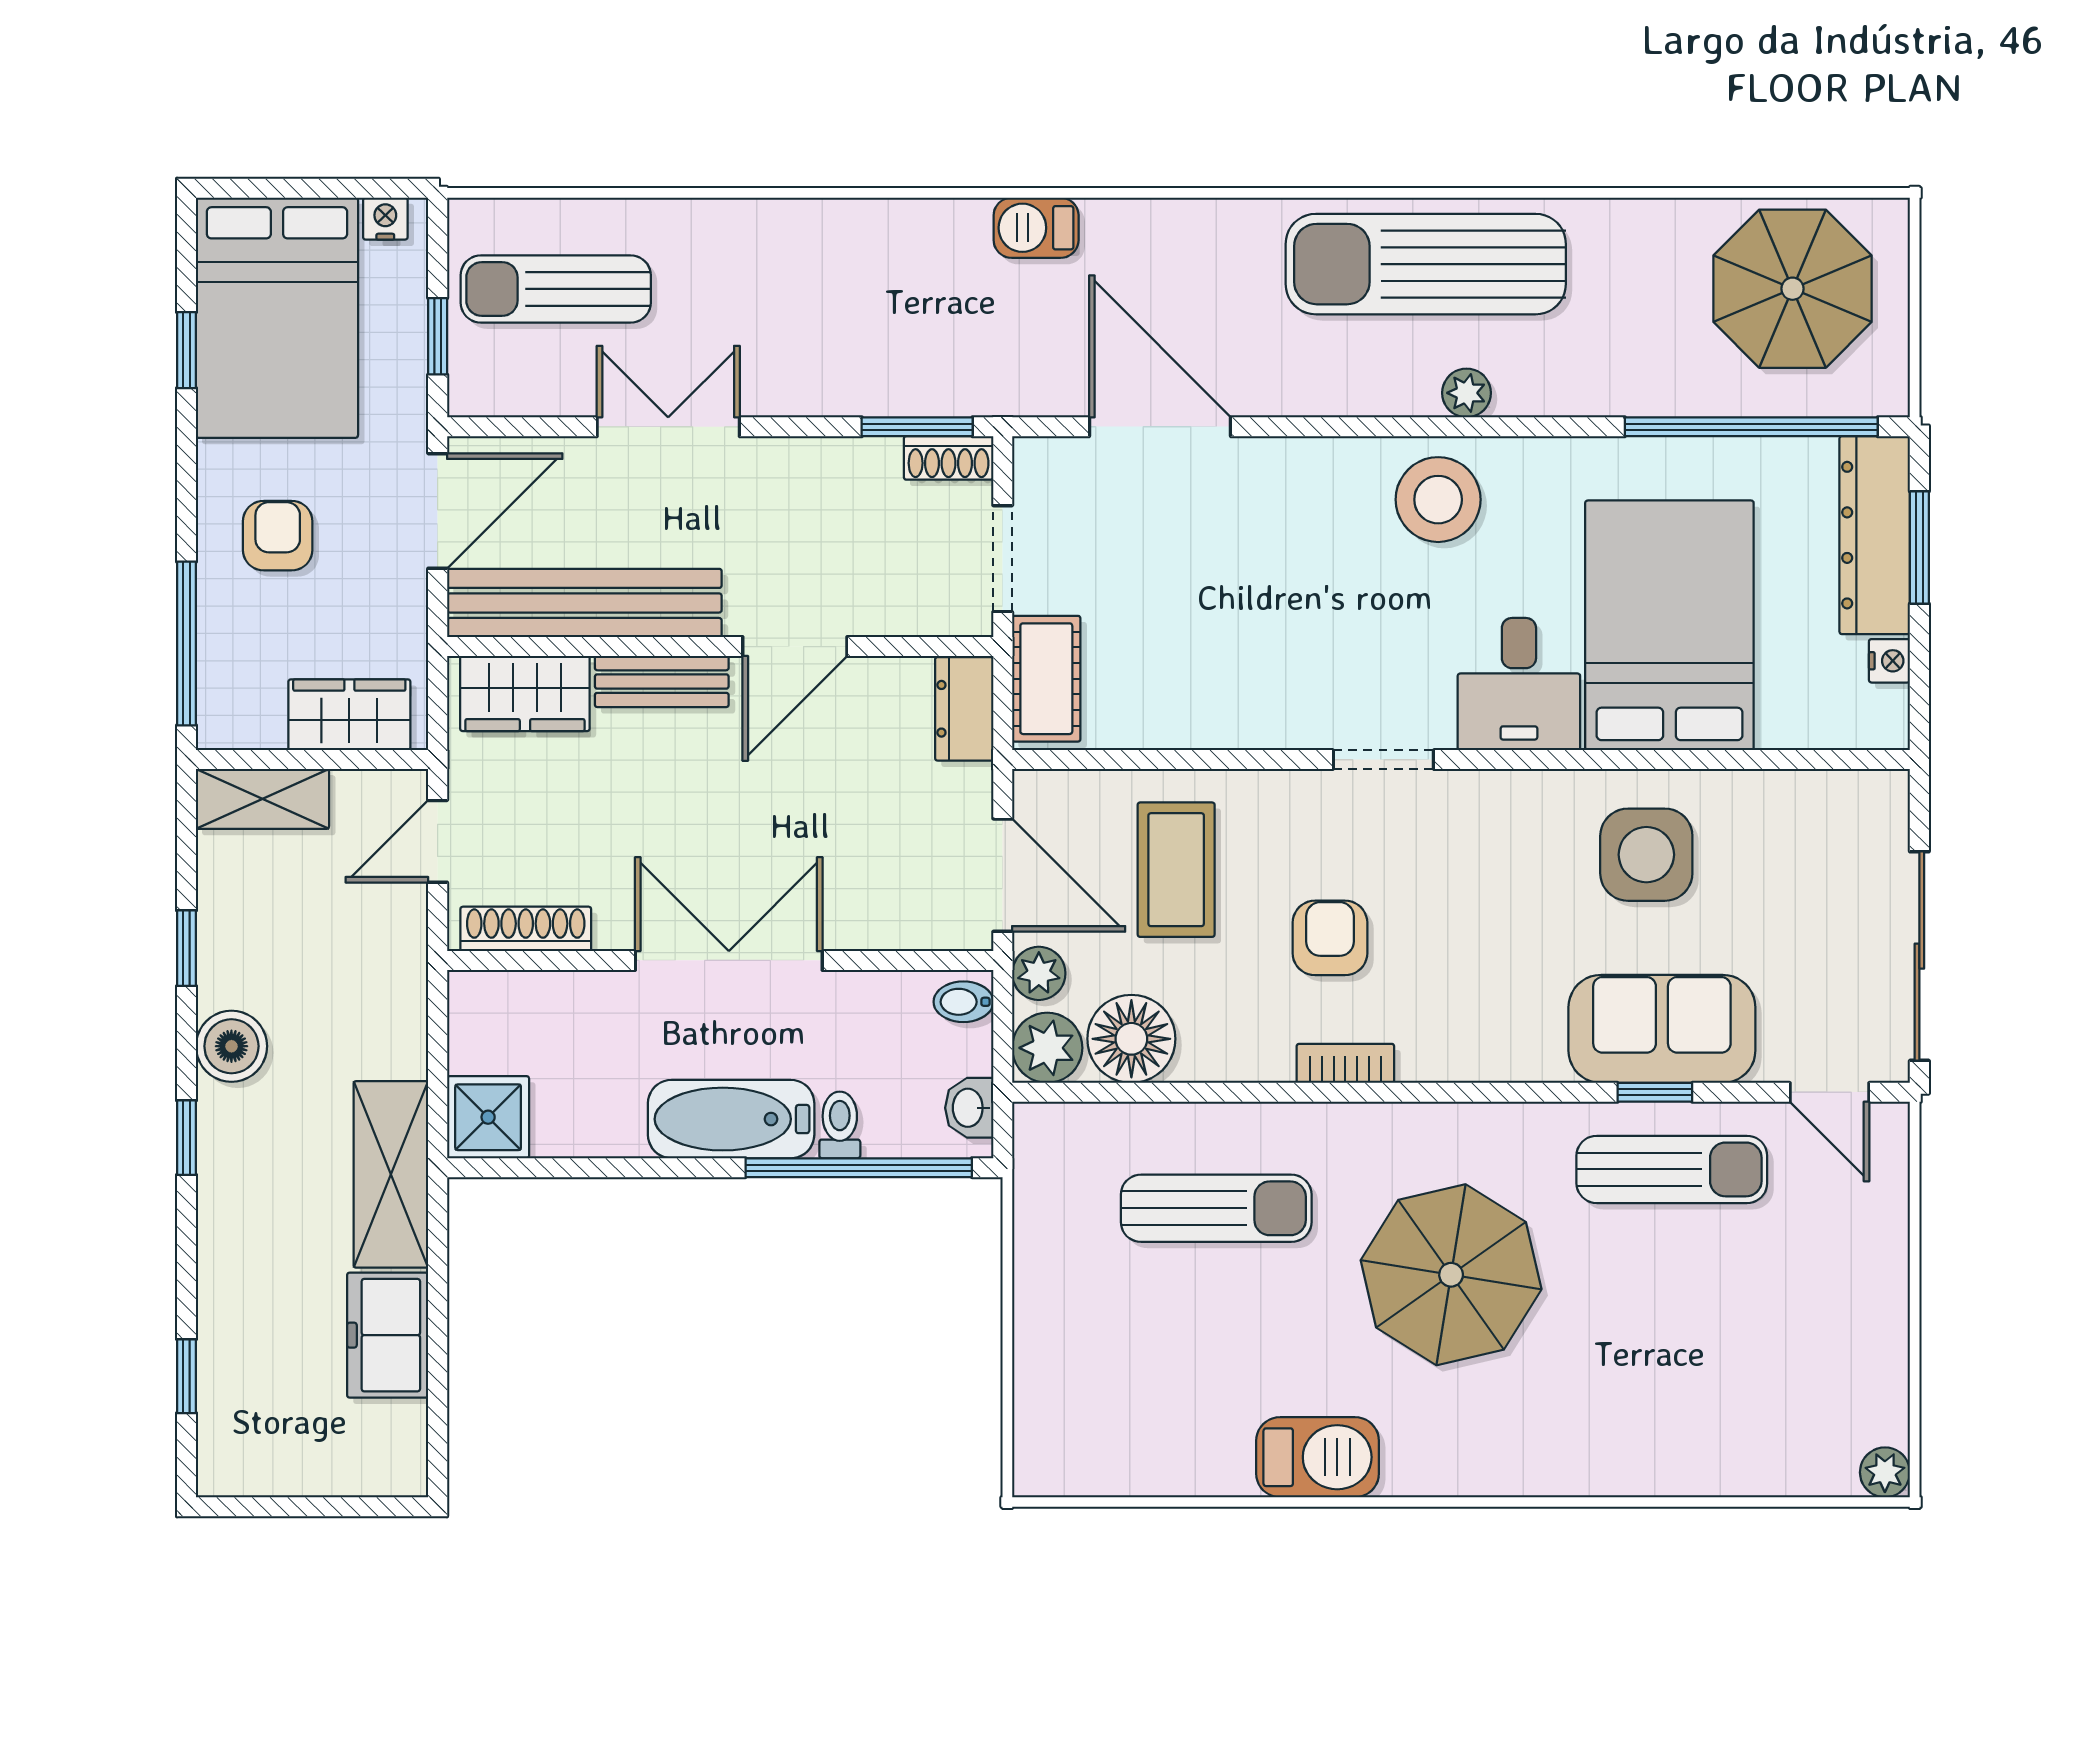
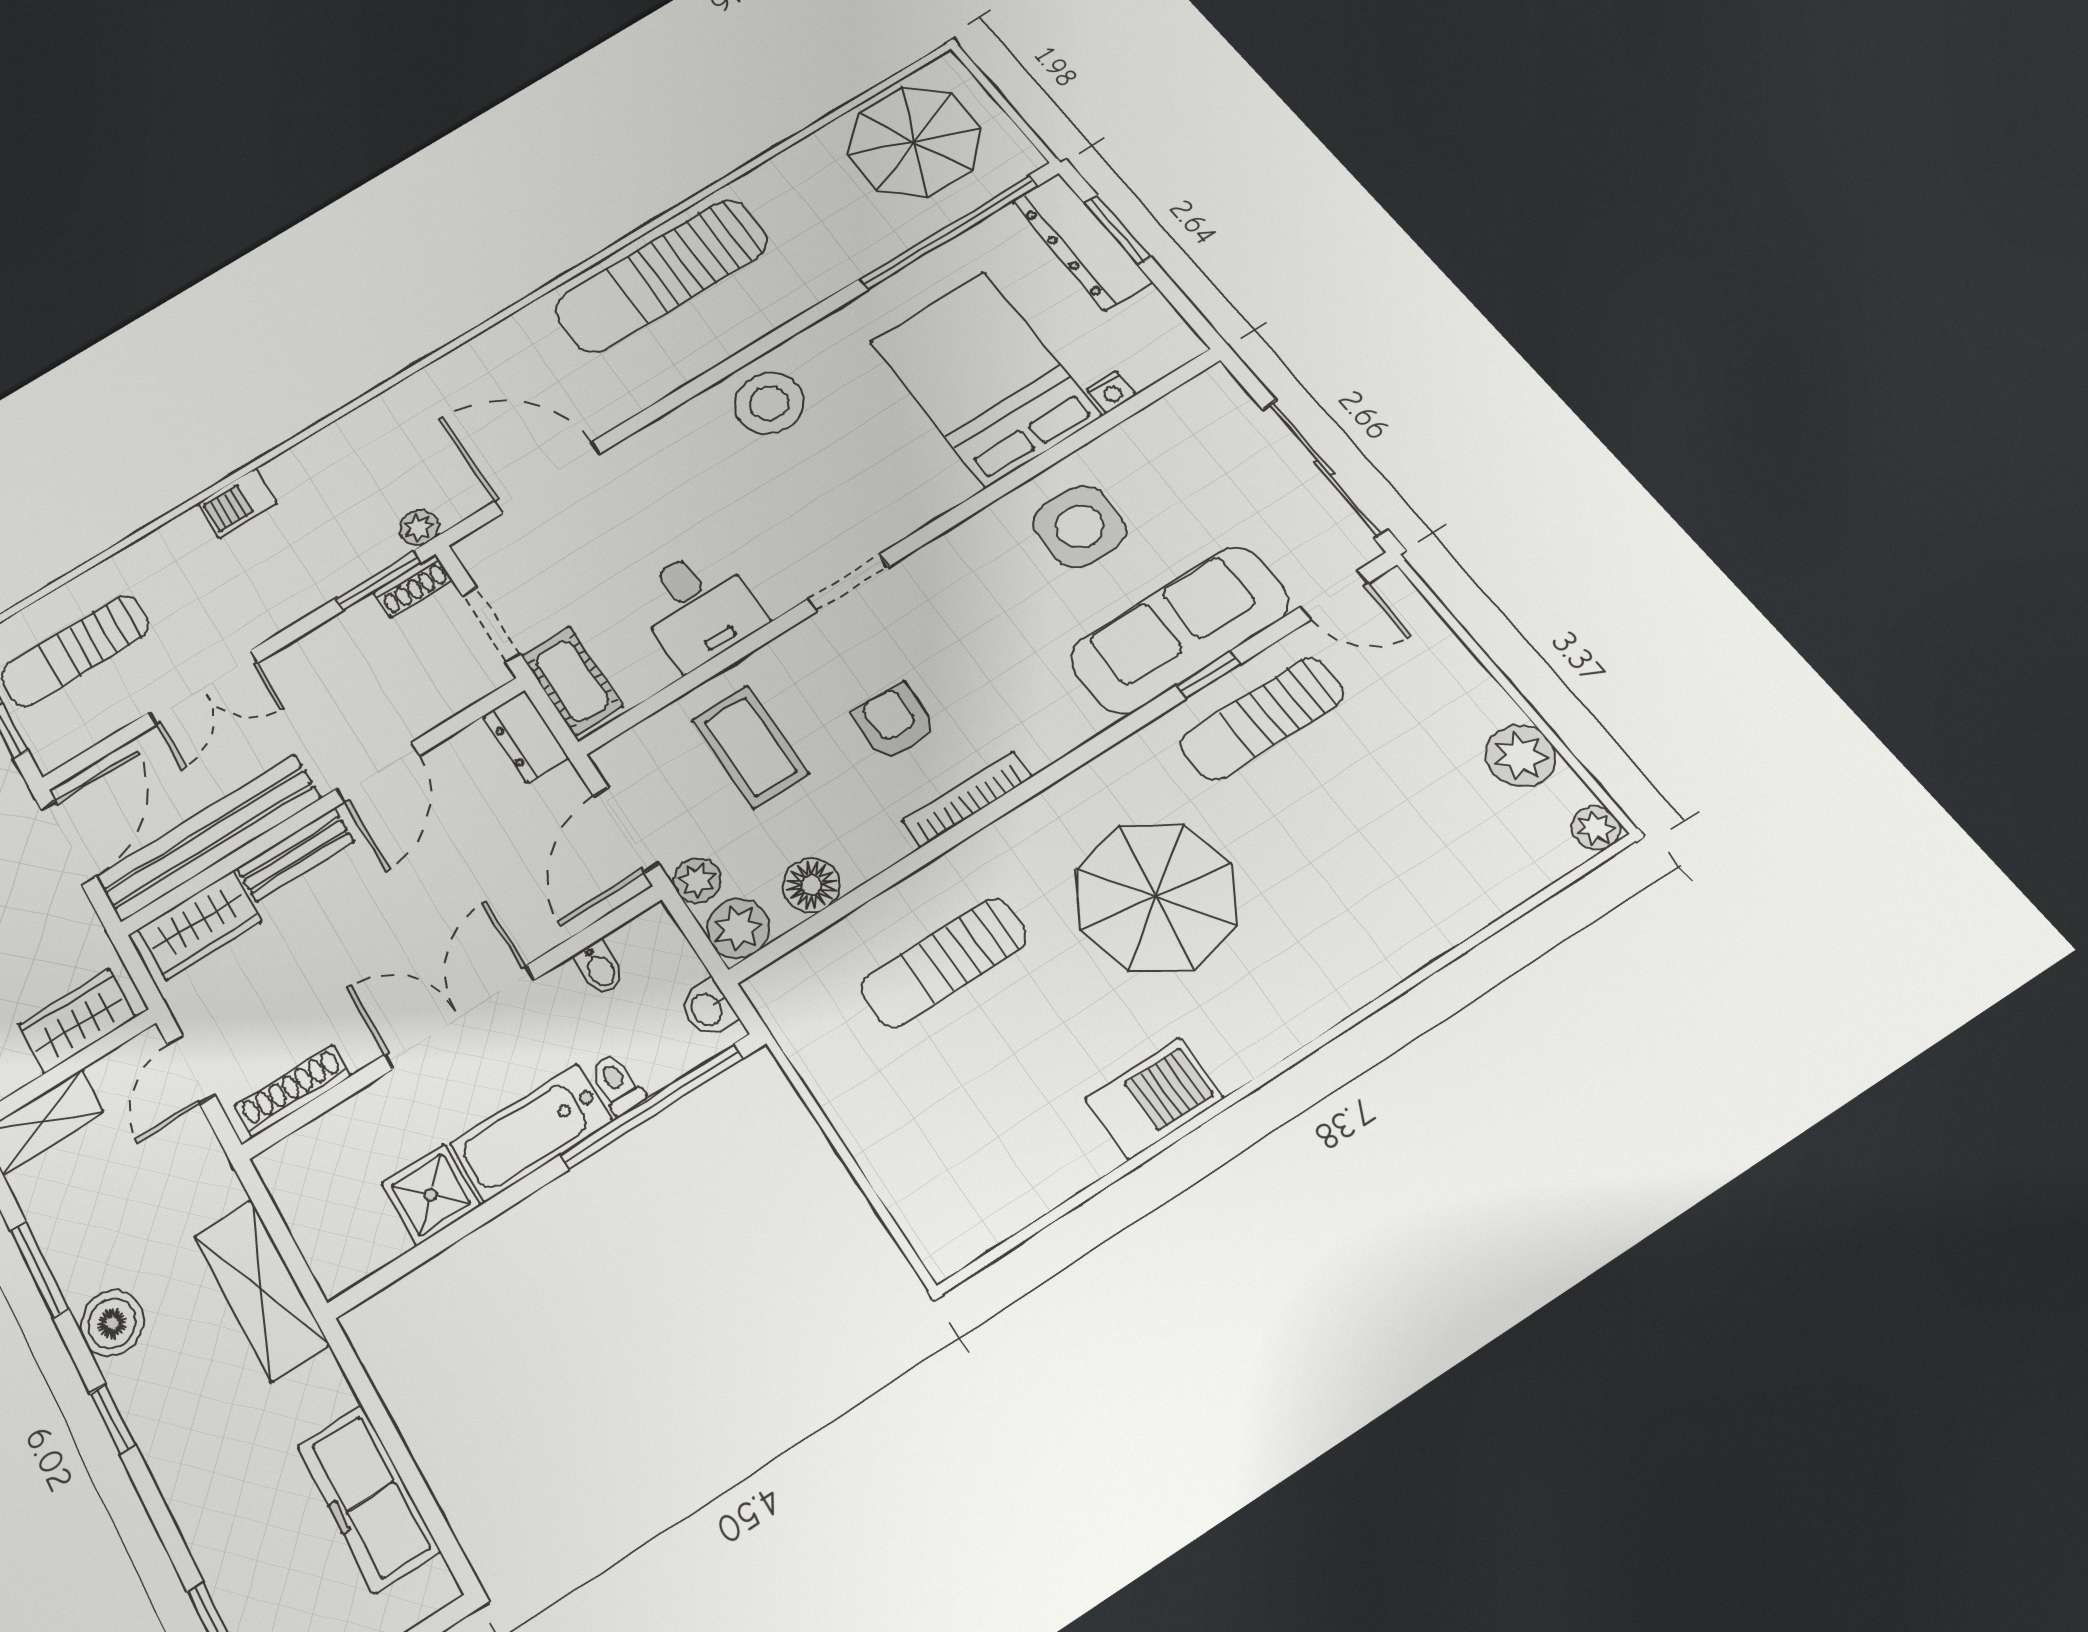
barbecue: (1036, 228) -> (237, 503), moved
plant: (1467, 393) -> (419, 528), moved
double door: (668, 427) -> (203, 688), swing flipped
nightstand: (1889, 661) -> (1111, 392), moved, turned 90
desk: (1519, 684) -> (699, 607), moved
door: (1003, 875) -> (626, 830), swing flipped
window: (186, 948) -> (39, 1270), width x1.50
bidet: (963, 1002) -> (599, 968), moved, turned -90
sofa: (1662, 1029) -> (1180, 630), width x1.36
floor lamp: (1131, 1039) -> (811, 885), width x0.73, depth x0.73
bookcase: (1345, 1063) -> (967, 799), width x1.56
shower: (488, 1117) -> (431, 1195), moved
sun lounger: (1672, 1169) -> (1262, 719), turned 180
shelving: (391, 1174) -> (261, 1290), moved
sun lounger: (1216, 1208) -> (944, 962), turned 180
freezer: (388, 1335) -> (368, 1498), width x1.40
plant: (1874, 1362) -> (1520, 756), added

